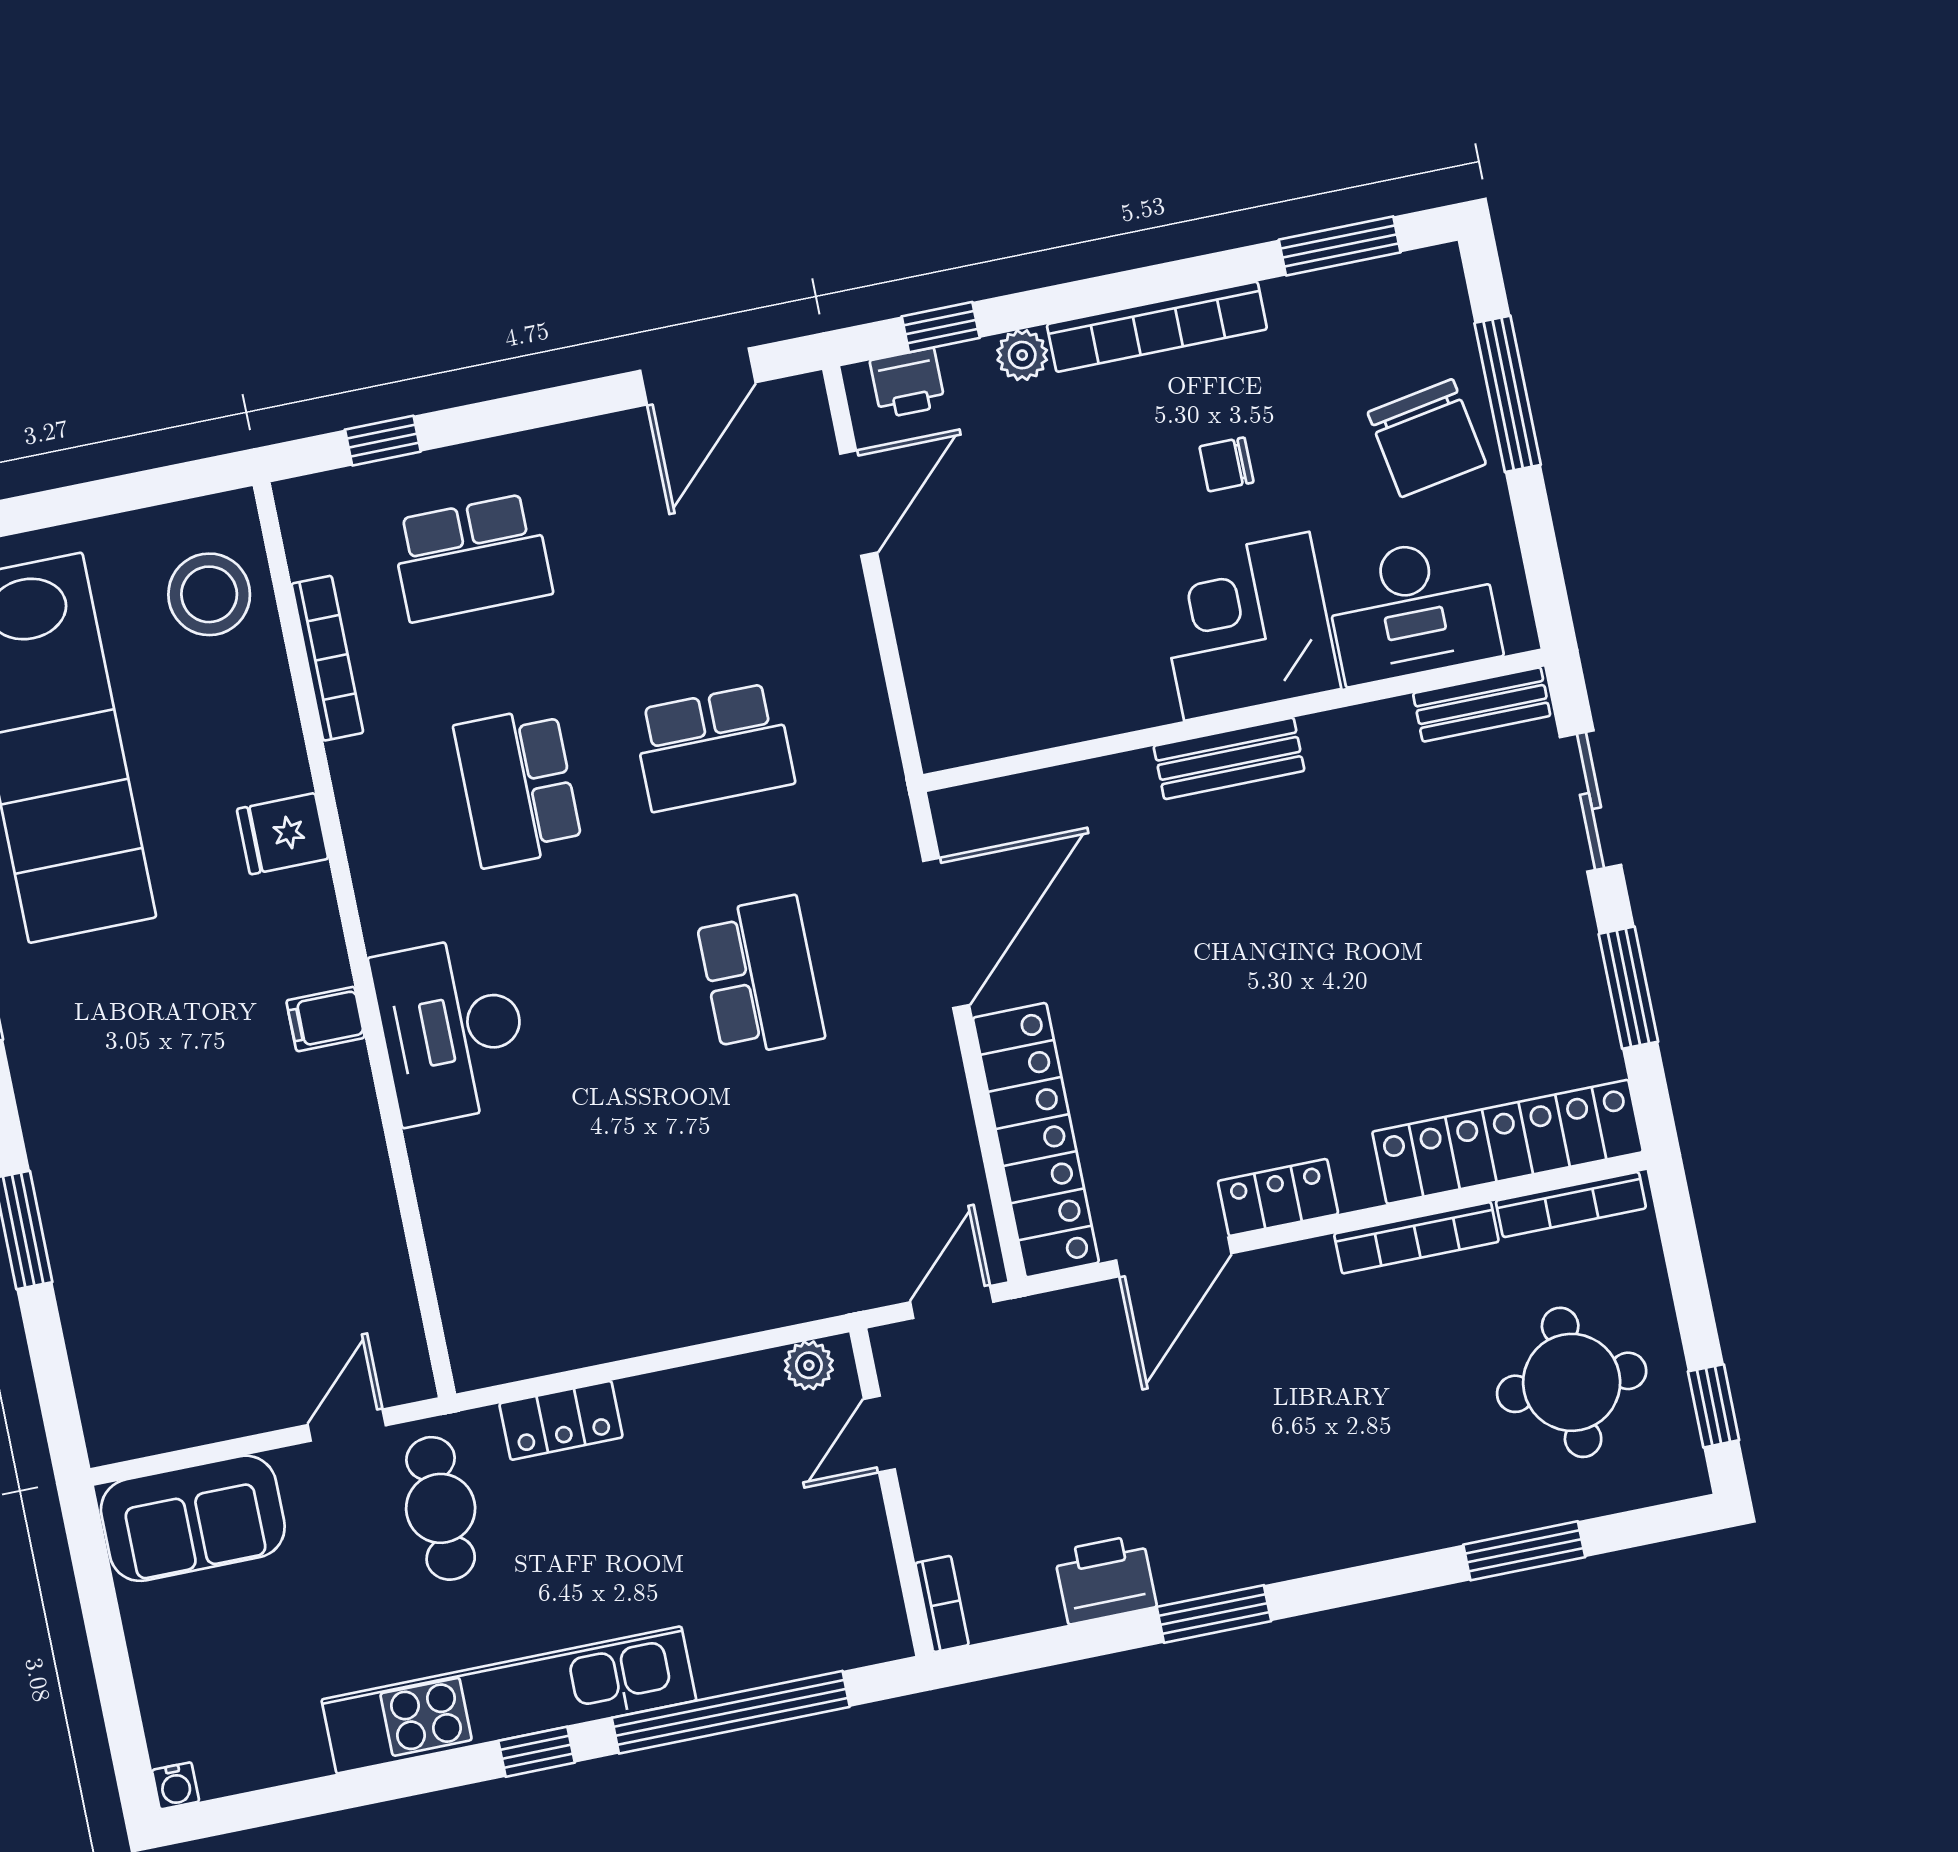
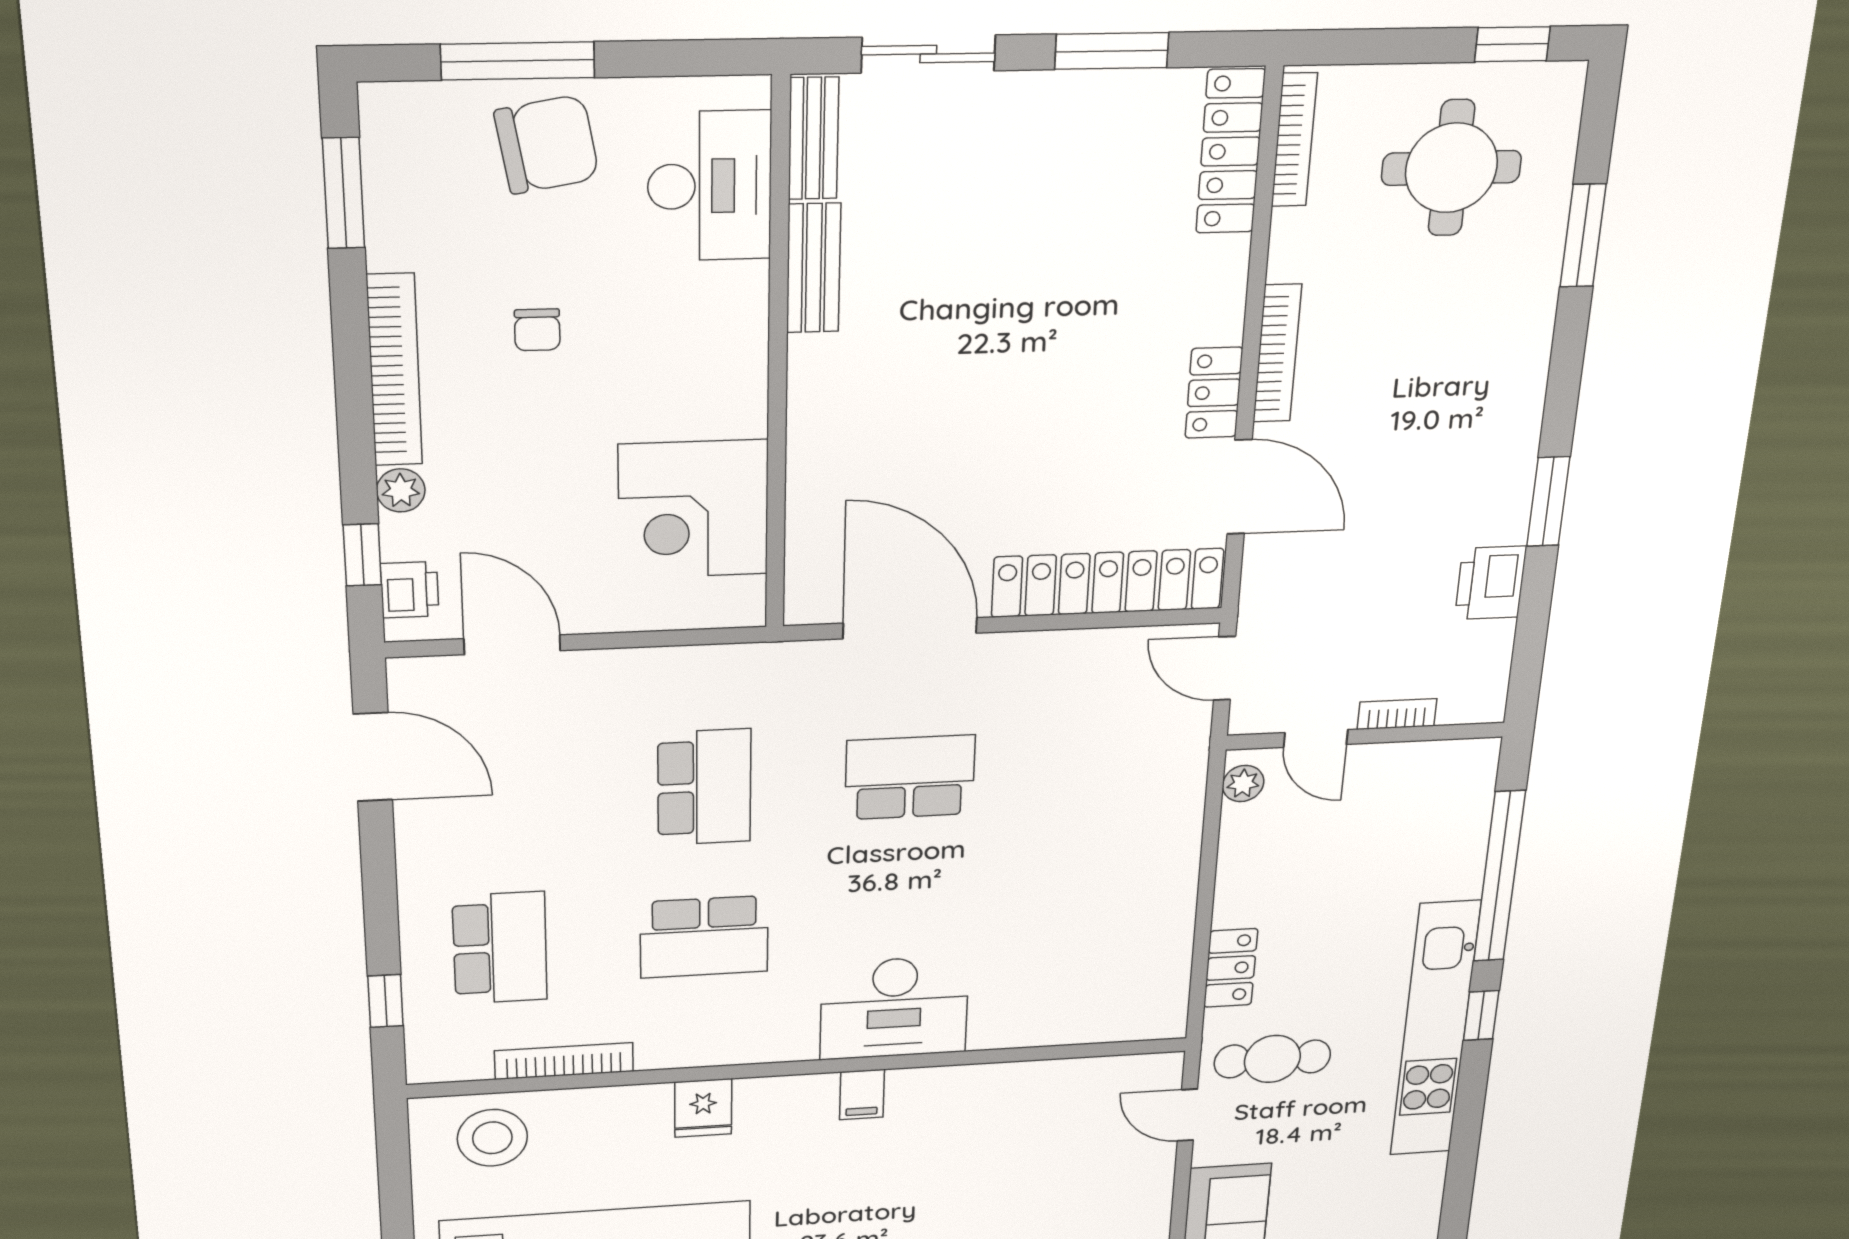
corner desk: (1247, 626) -> (693, 509), moved
bench: (1229, 758) -> (814, 268), moved
locker: (1508, 1142) -> (1230, 151), width x0.71, depth x0.83
bookcase: (1416, 1238) -> (1277, 353), moved
bookcase: (942, 1604) -> (1397, 714), moved

